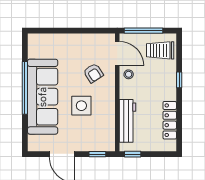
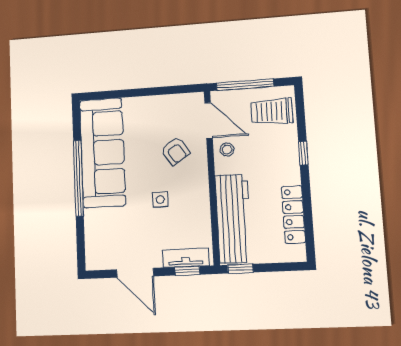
sofa: (43, 97) -> (103, 153), moved
side table: (81, 106) -> (160, 200), width x0.54, depth x0.54
workbench: (127, 121) -> (233, 218), width x1.36, depth x1.32
tv unit: (97, 146) -> (186, 258), added

